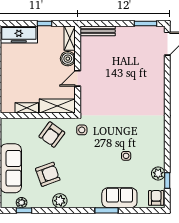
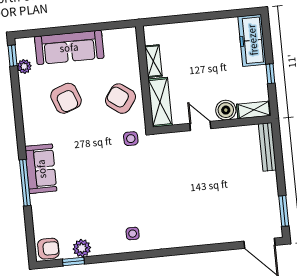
side table: (126, 156) -> (133, 234), moved
sofa: (119, 198) -> (41, 169), moved
plant: (60, 201) -> (32, 118), removed
window: (24, 210) -> (12, 56), moved
window: (106, 210) -> (25, 183), width x1.44

